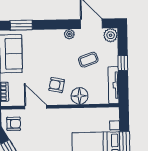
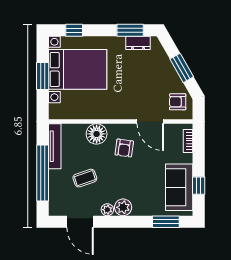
plant: (111, 35) -> (123, 207), moved
window: (123, 63) -> (43, 173), width x3.17
armchair: (57, 85) -> (124, 148), turned 87

